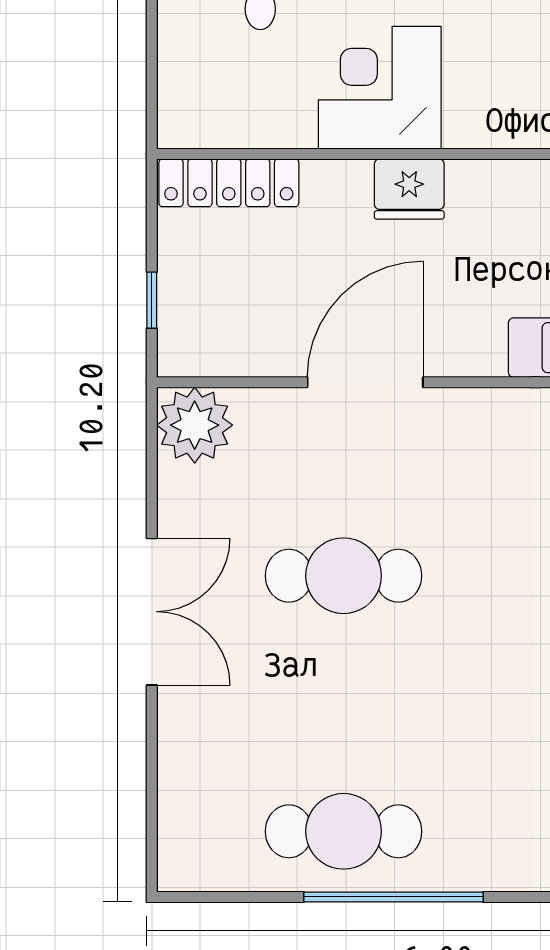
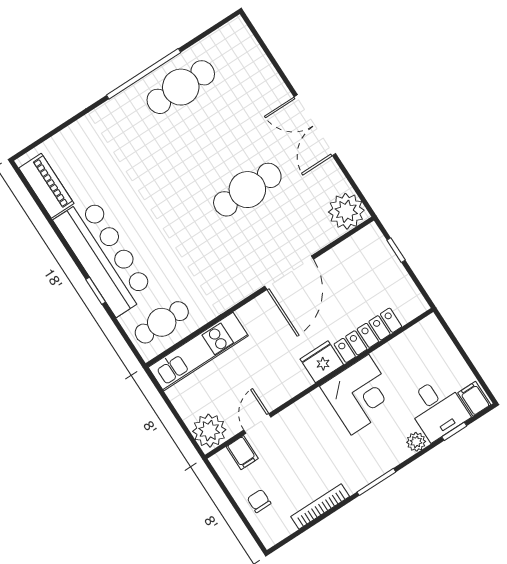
locker: (229, 183) -> (368, 335), moved

